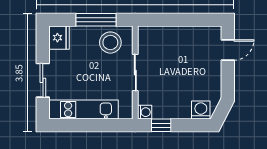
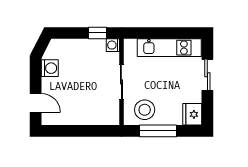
door: (228, 50) -> (36, 103), swing flipped
washing machine: (201, 110) -> (50, 68), moved, turned -90

